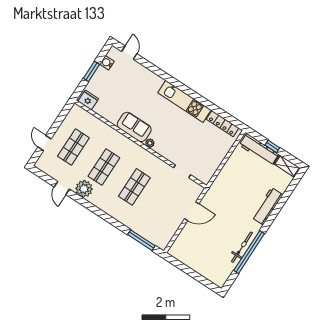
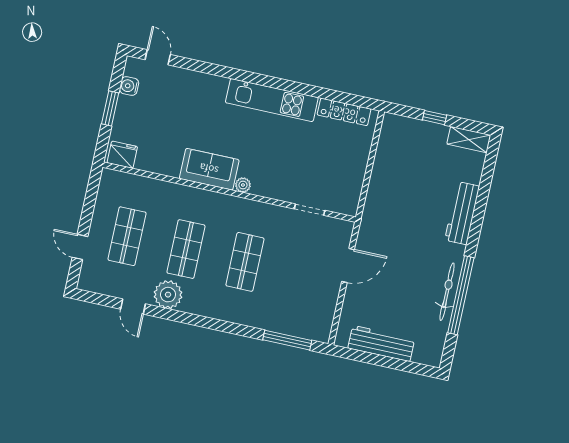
workbench: (259, 150) -> (381, 343), moved, turned 180

